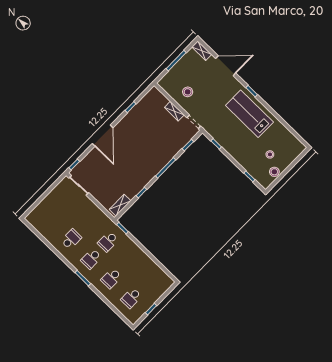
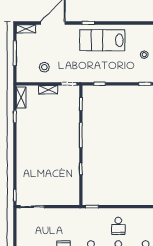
door: (103, 136) -> (15, 156), removed
shelving: (120, 205) -> (21, 97), moved
school desk: (108, 242) -> (118, 226), moved

